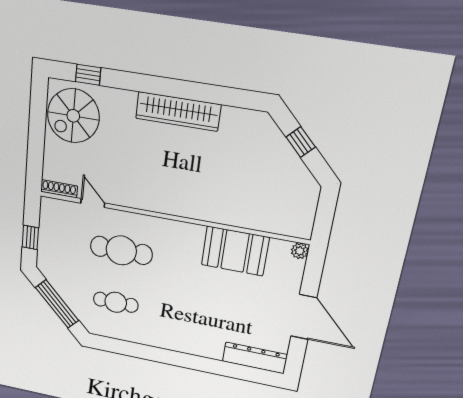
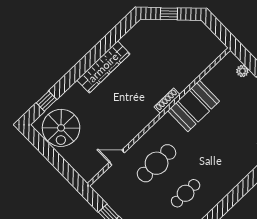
shoe rack: (59, 189) -> (167, 101), moved
booth: (235, 251) -> (194, 106), moved
plant: (300, 251) -> (242, 71), moved

